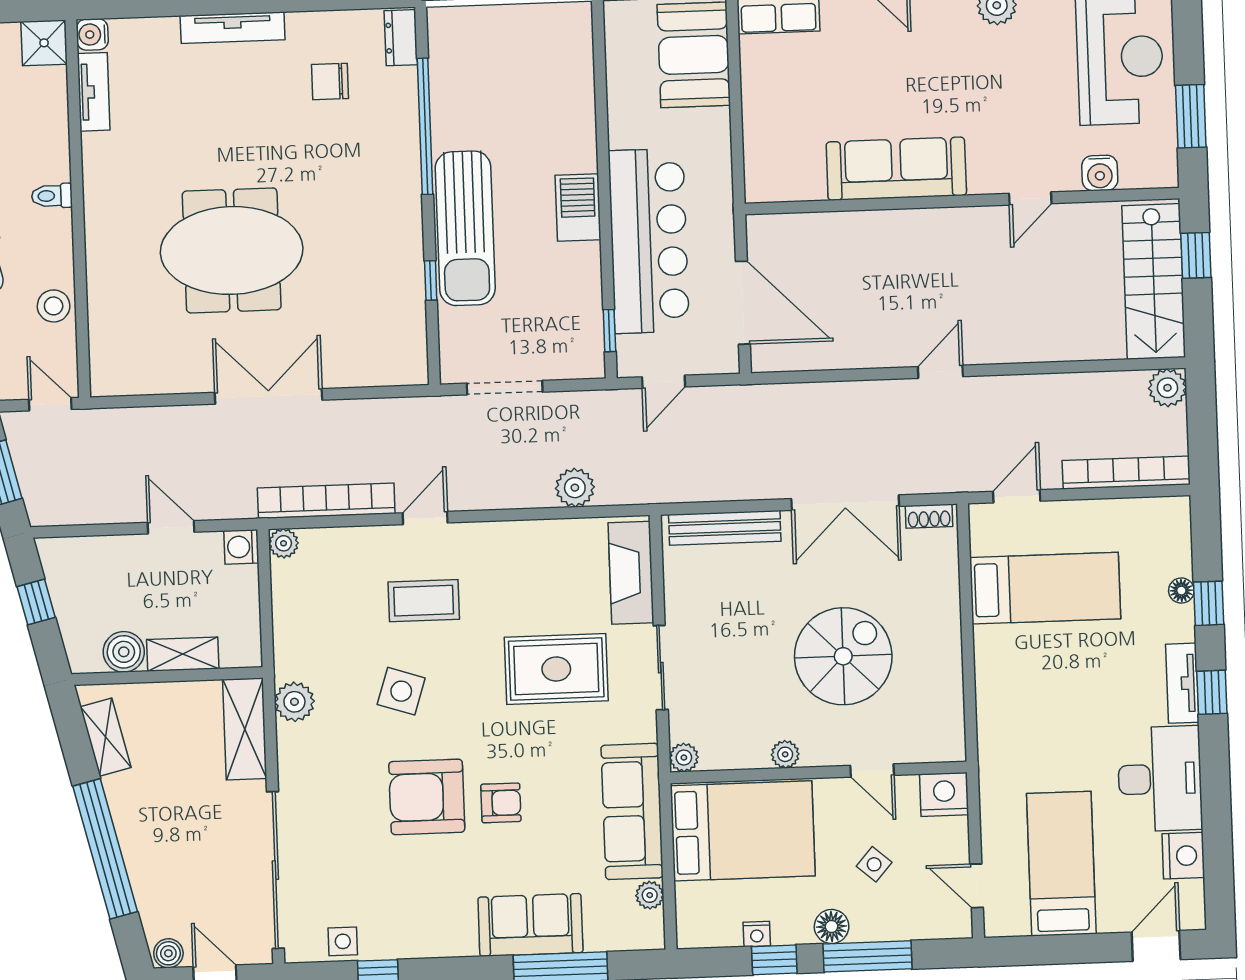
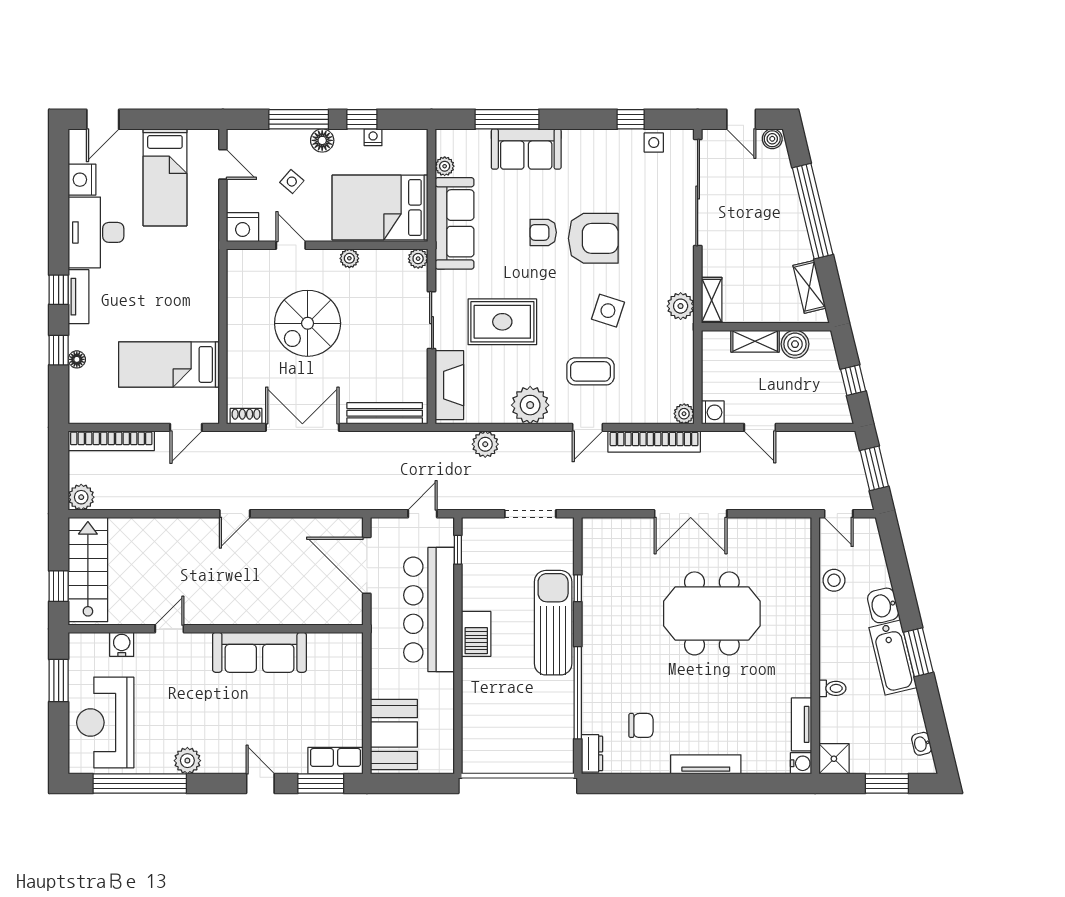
toilet: (52, 196) -> (832, 688), moved
plant: (511, 548) -> (530, 405), added
shelving: (245, 729) -> (712, 300), width x0.67, depth x0.75

